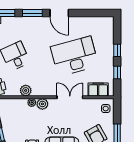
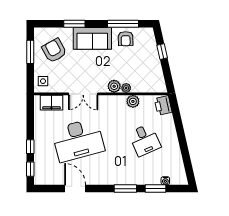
door: (59, 13) -> (75, 189), moved
window: (117, 72) -> (30, 169), moved

